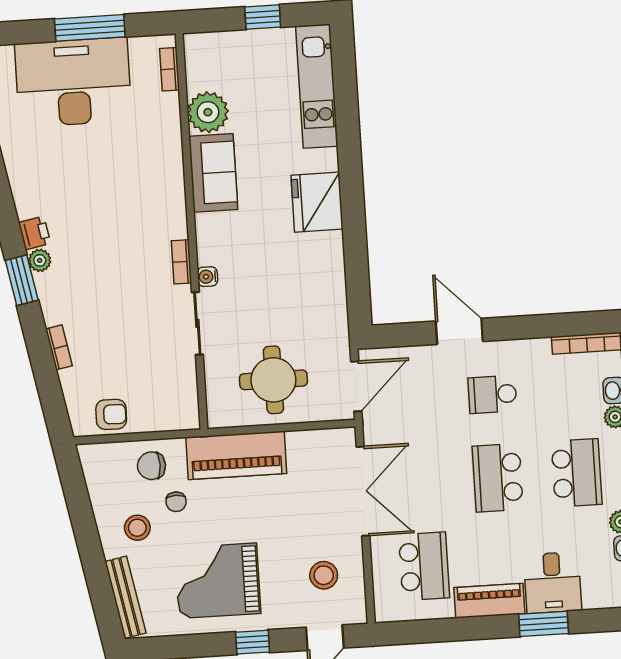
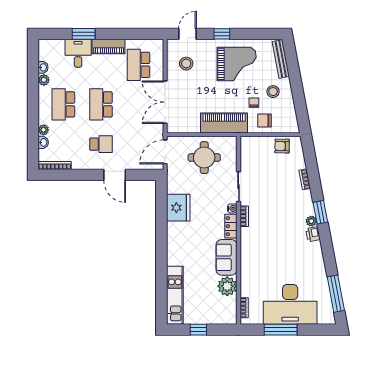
fridge: (317, 202) -> (178, 208), moved
locker: (208, 239) -> (231, 226), added
chair: (151, 466) -> (264, 121), turned 180
school desk: (498, 478) -> (101, 104), turned 180

